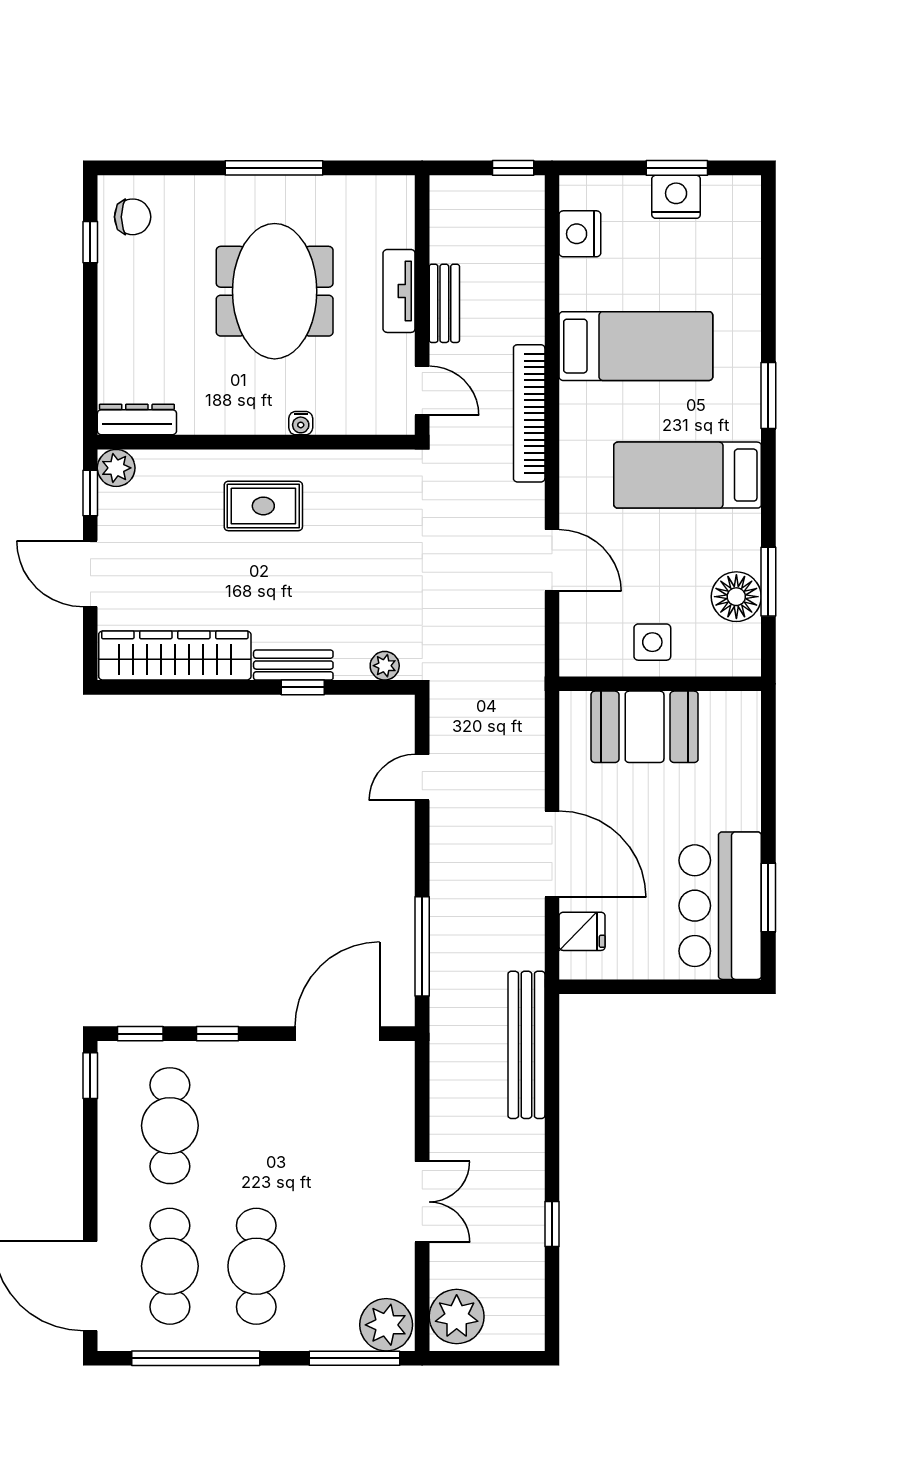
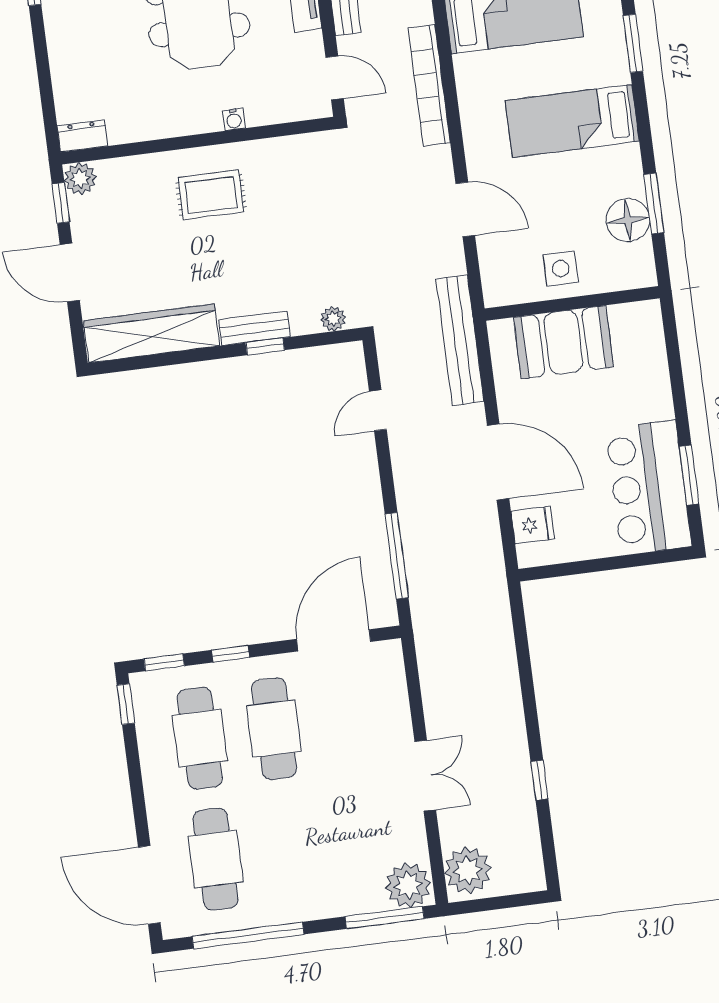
dresser: (137, 419) -> (82, 136), width x0.70
bench: (526, 1045) -> (460, 340), moved
cafe table: (256, 1266) -> (274, 729), moved

